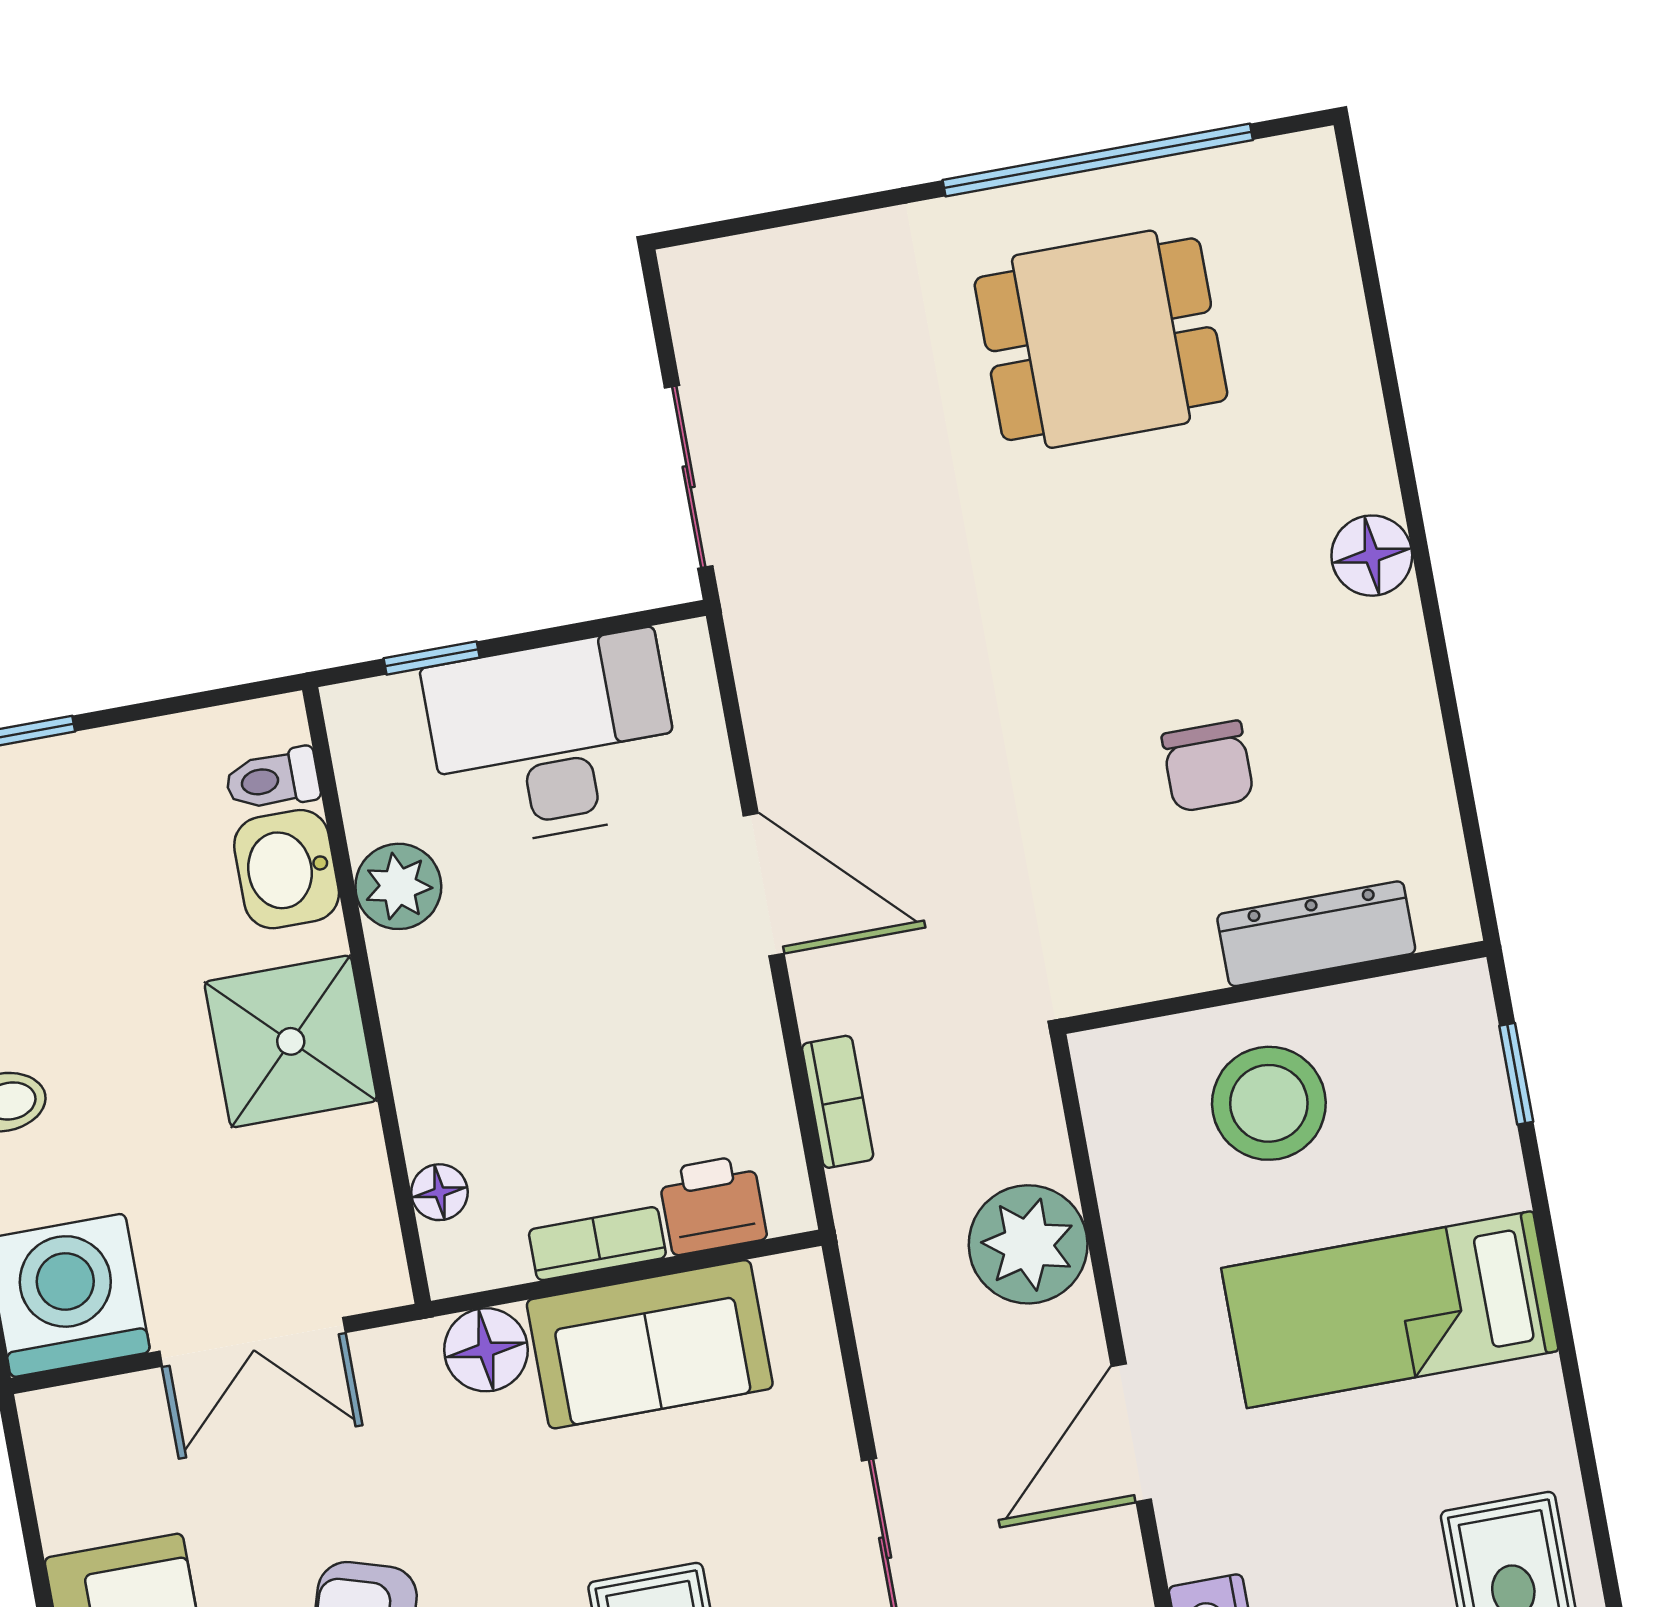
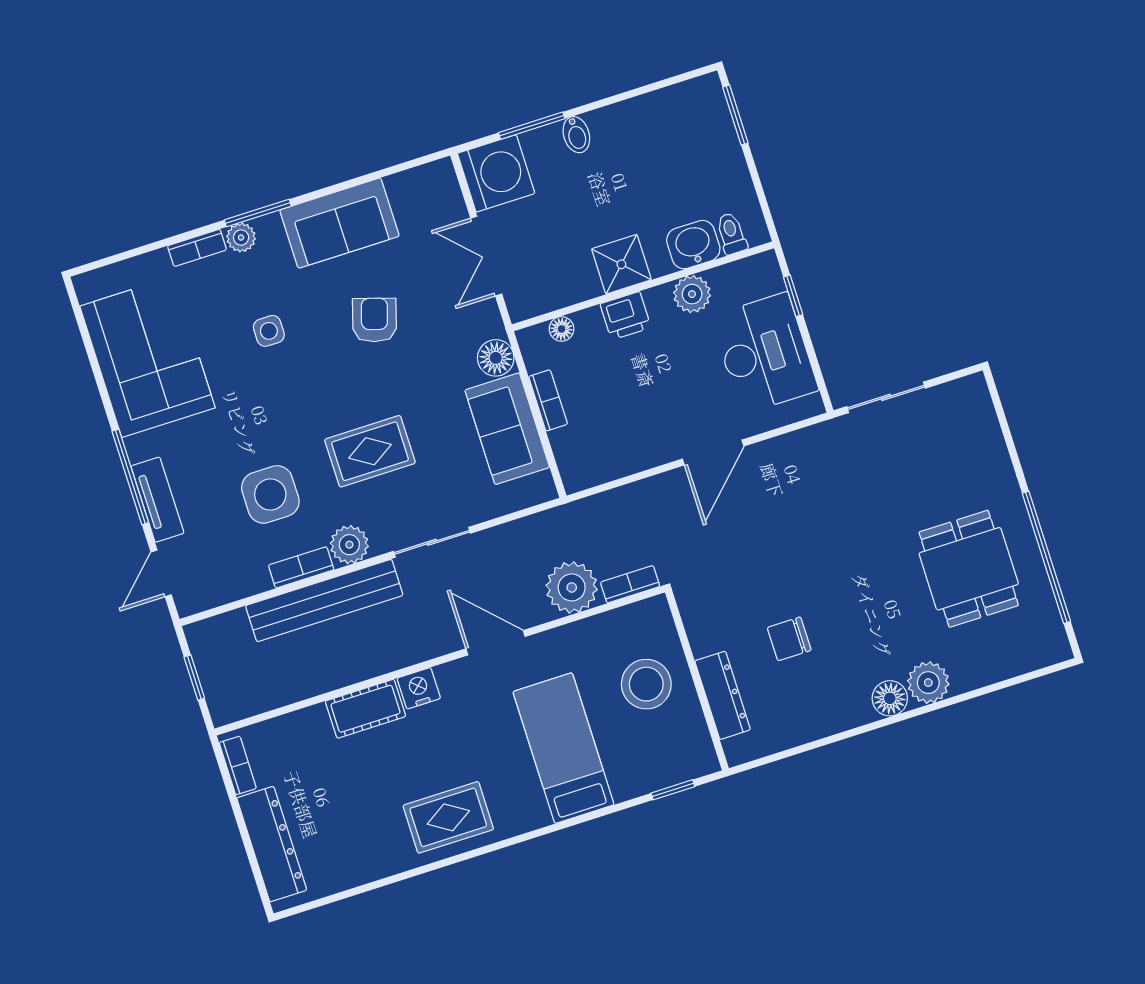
plant: (1347, 464) -> (928, 683), added
shower: (291, 1041) -> (621, 264), width x0.73, depth x0.73
bookcase: (838, 1102) -> (630, 584), moved, turned 180
printer: (713, 1205) -> (626, 316), moved, turned 90

